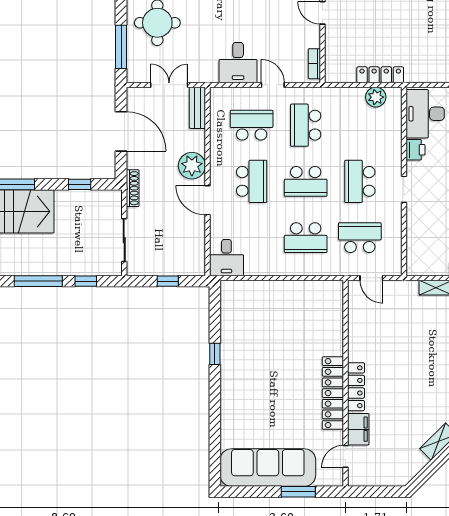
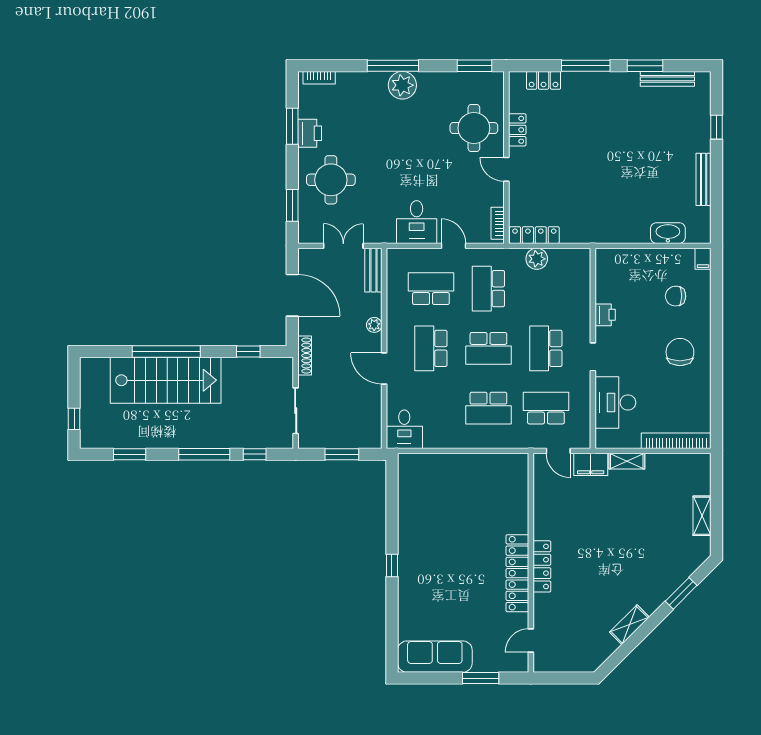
window: (121, 47) -> (292, 205), width x0.69
locker: (380, 75) -> (534, 235), moved
plant: (376, 97) -> (537, 259), moved
desk: (425, 114) -> (615, 402), moved
plant: (192, 166) -> (374, 325), width x0.53, depth x0.53
school desk: (252, 181) -> (431, 348), turned 180
window: (168, 281) -> (342, 454), width x1.50
window: (215, 354) -> (392, 565), moved
filing cabinet: (358, 429) -> (591, 464), moved, turned 90
sofa: (268, 468) -> (435, 657), width x0.74, depth x0.79

